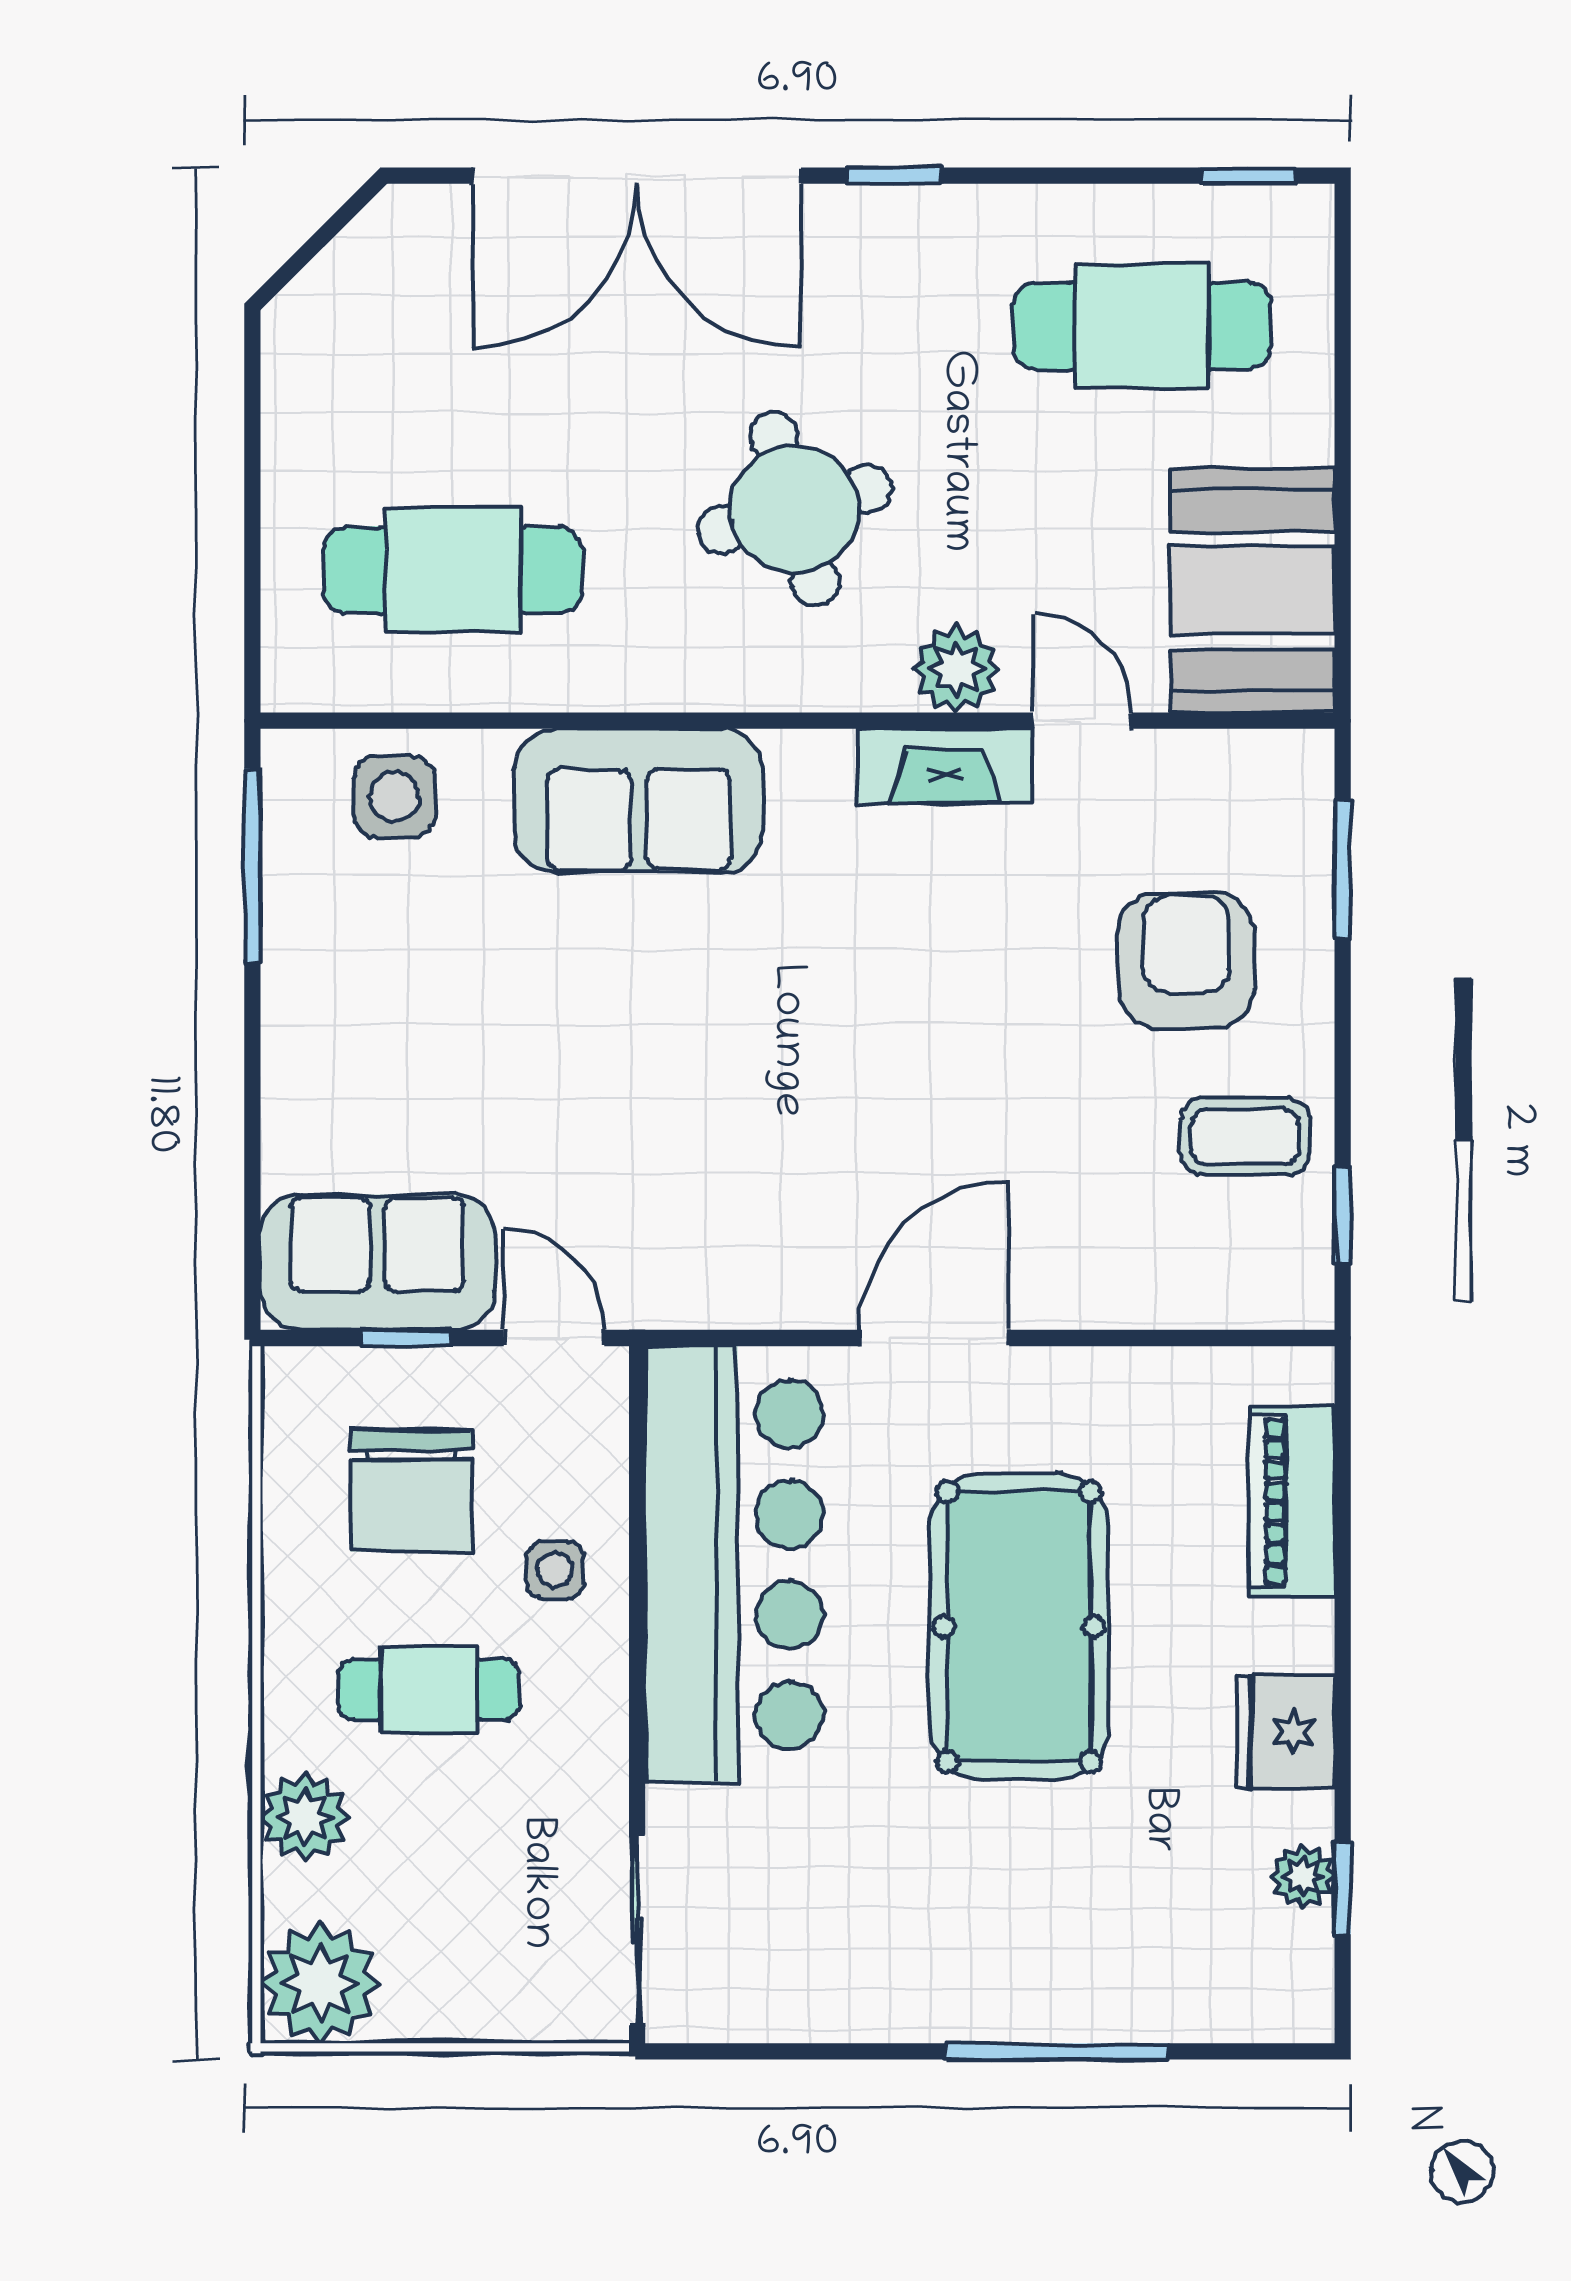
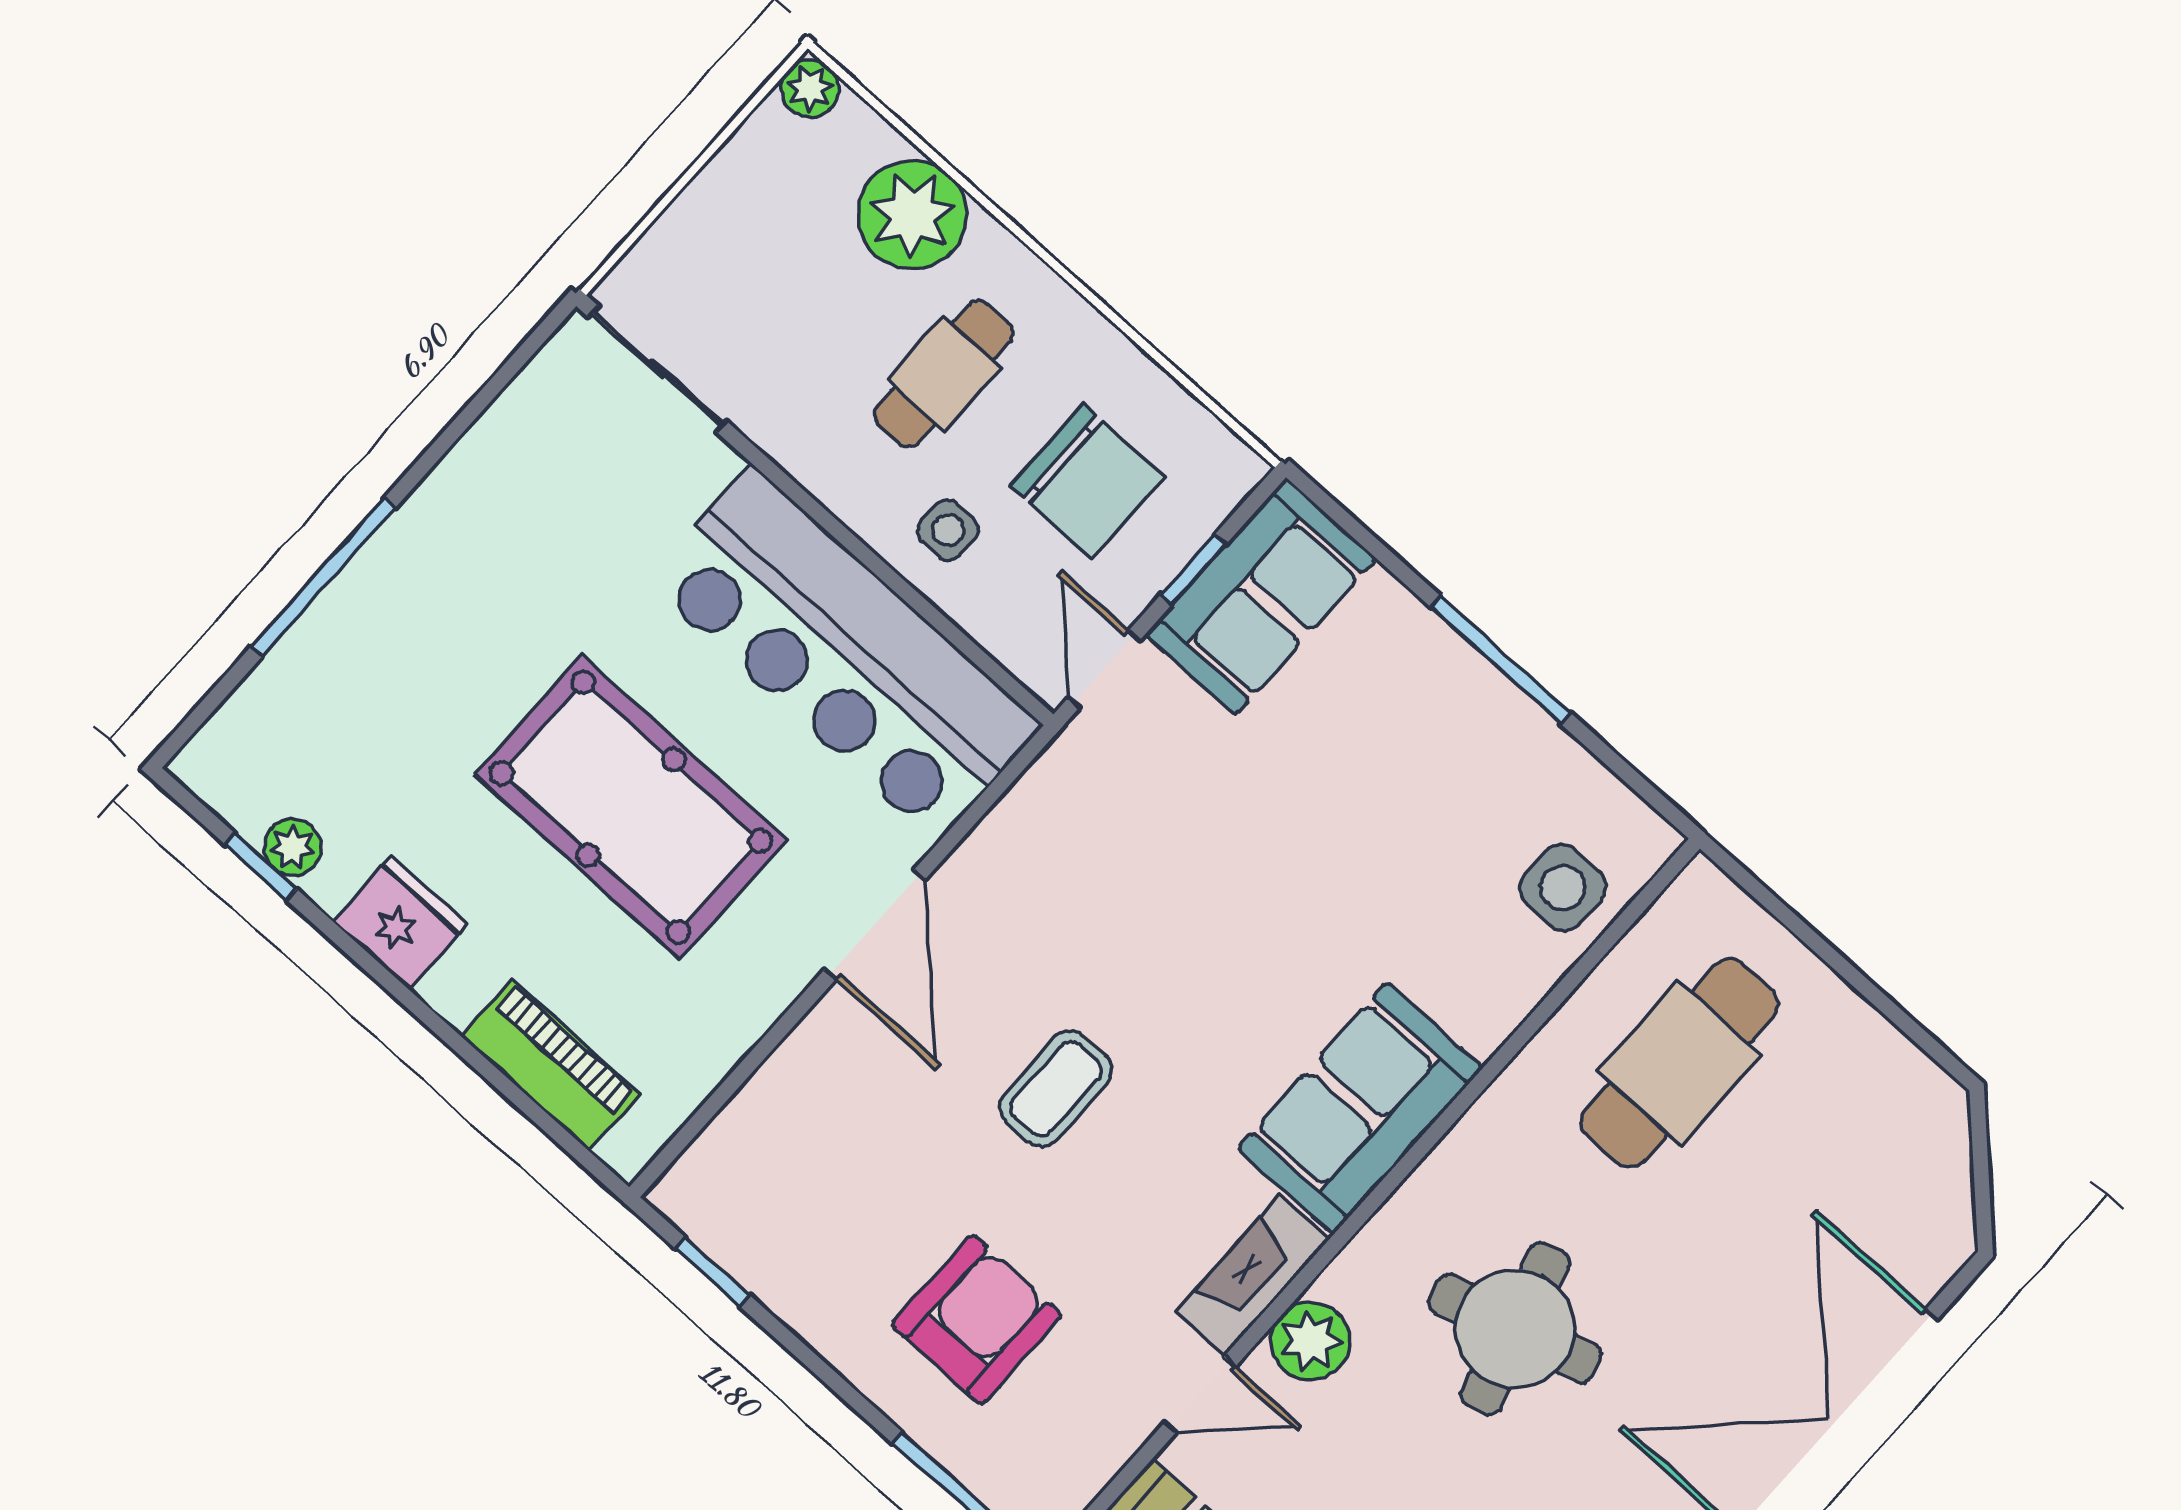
sofa: (639, 801) -> (1360, 1108), moved
window: (252, 866) -> (1501, 660), moved
armchair: (1186, 961) -> (977, 1320), turned -90
coffee table: (1245, 1137) -> (1056, 1089), moved
door: (554, 1338) -> (1104, 669), swing flipped
chair: (411, 1491) -> (1087, 481), turned 180
plant: (305, 1817) -> (912, 215), width x1.36, depth x1.36
plant: (320, 1983) -> (810, 89), width x0.53, depth x0.53

